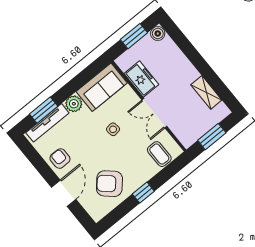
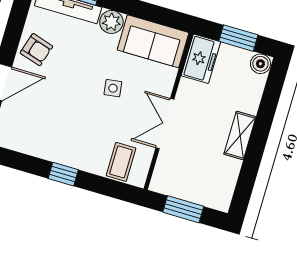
freezer: (141, 79) -> (201, 59), moved
shelving: (206, 92) -> (240, 135), moved
armchair: (60, 159) -> (36, 50), turned 107
armchair: (109, 184) -> (47, 127), removed

